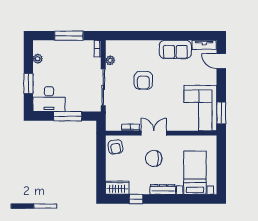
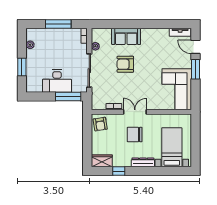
sofa: (175, 49) -> (126, 36), moved
armchair: (143, 80) -> (125, 64), turned 90
desk: (49, 99) -> (57, 81), moved
window: (221, 113) -> (195, 69), moved
window: (68, 116) -> (68, 96), moved

